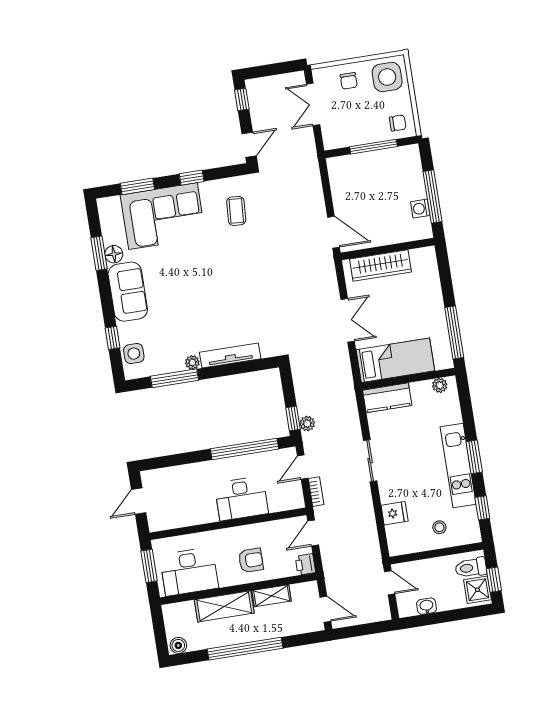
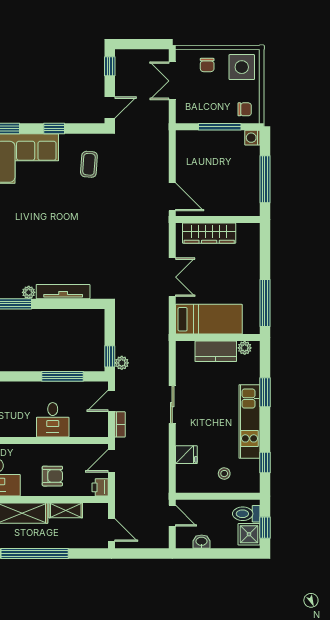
washing machine: (420, 209) -> (252, 138), moved
kitchen counter: (387, 398) -> (216, 351), moved
window: (244, 449) -> (62, 376), width x0.68
window: (474, 457) -> (265, 392), moved
desk: (241, 498) -> (53, 420), width x0.73

